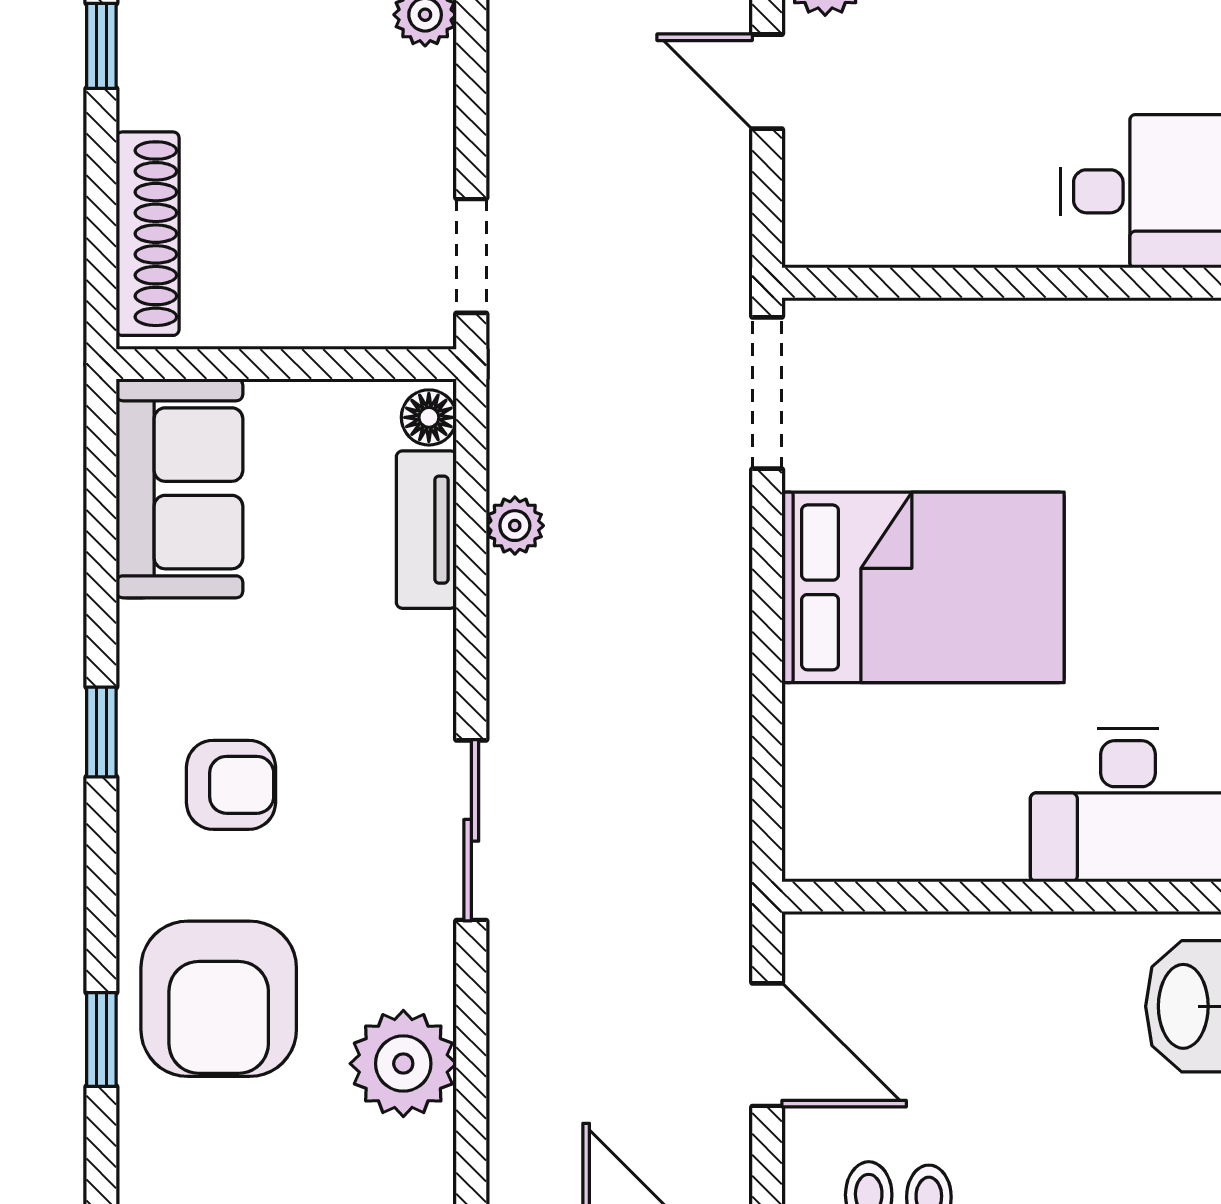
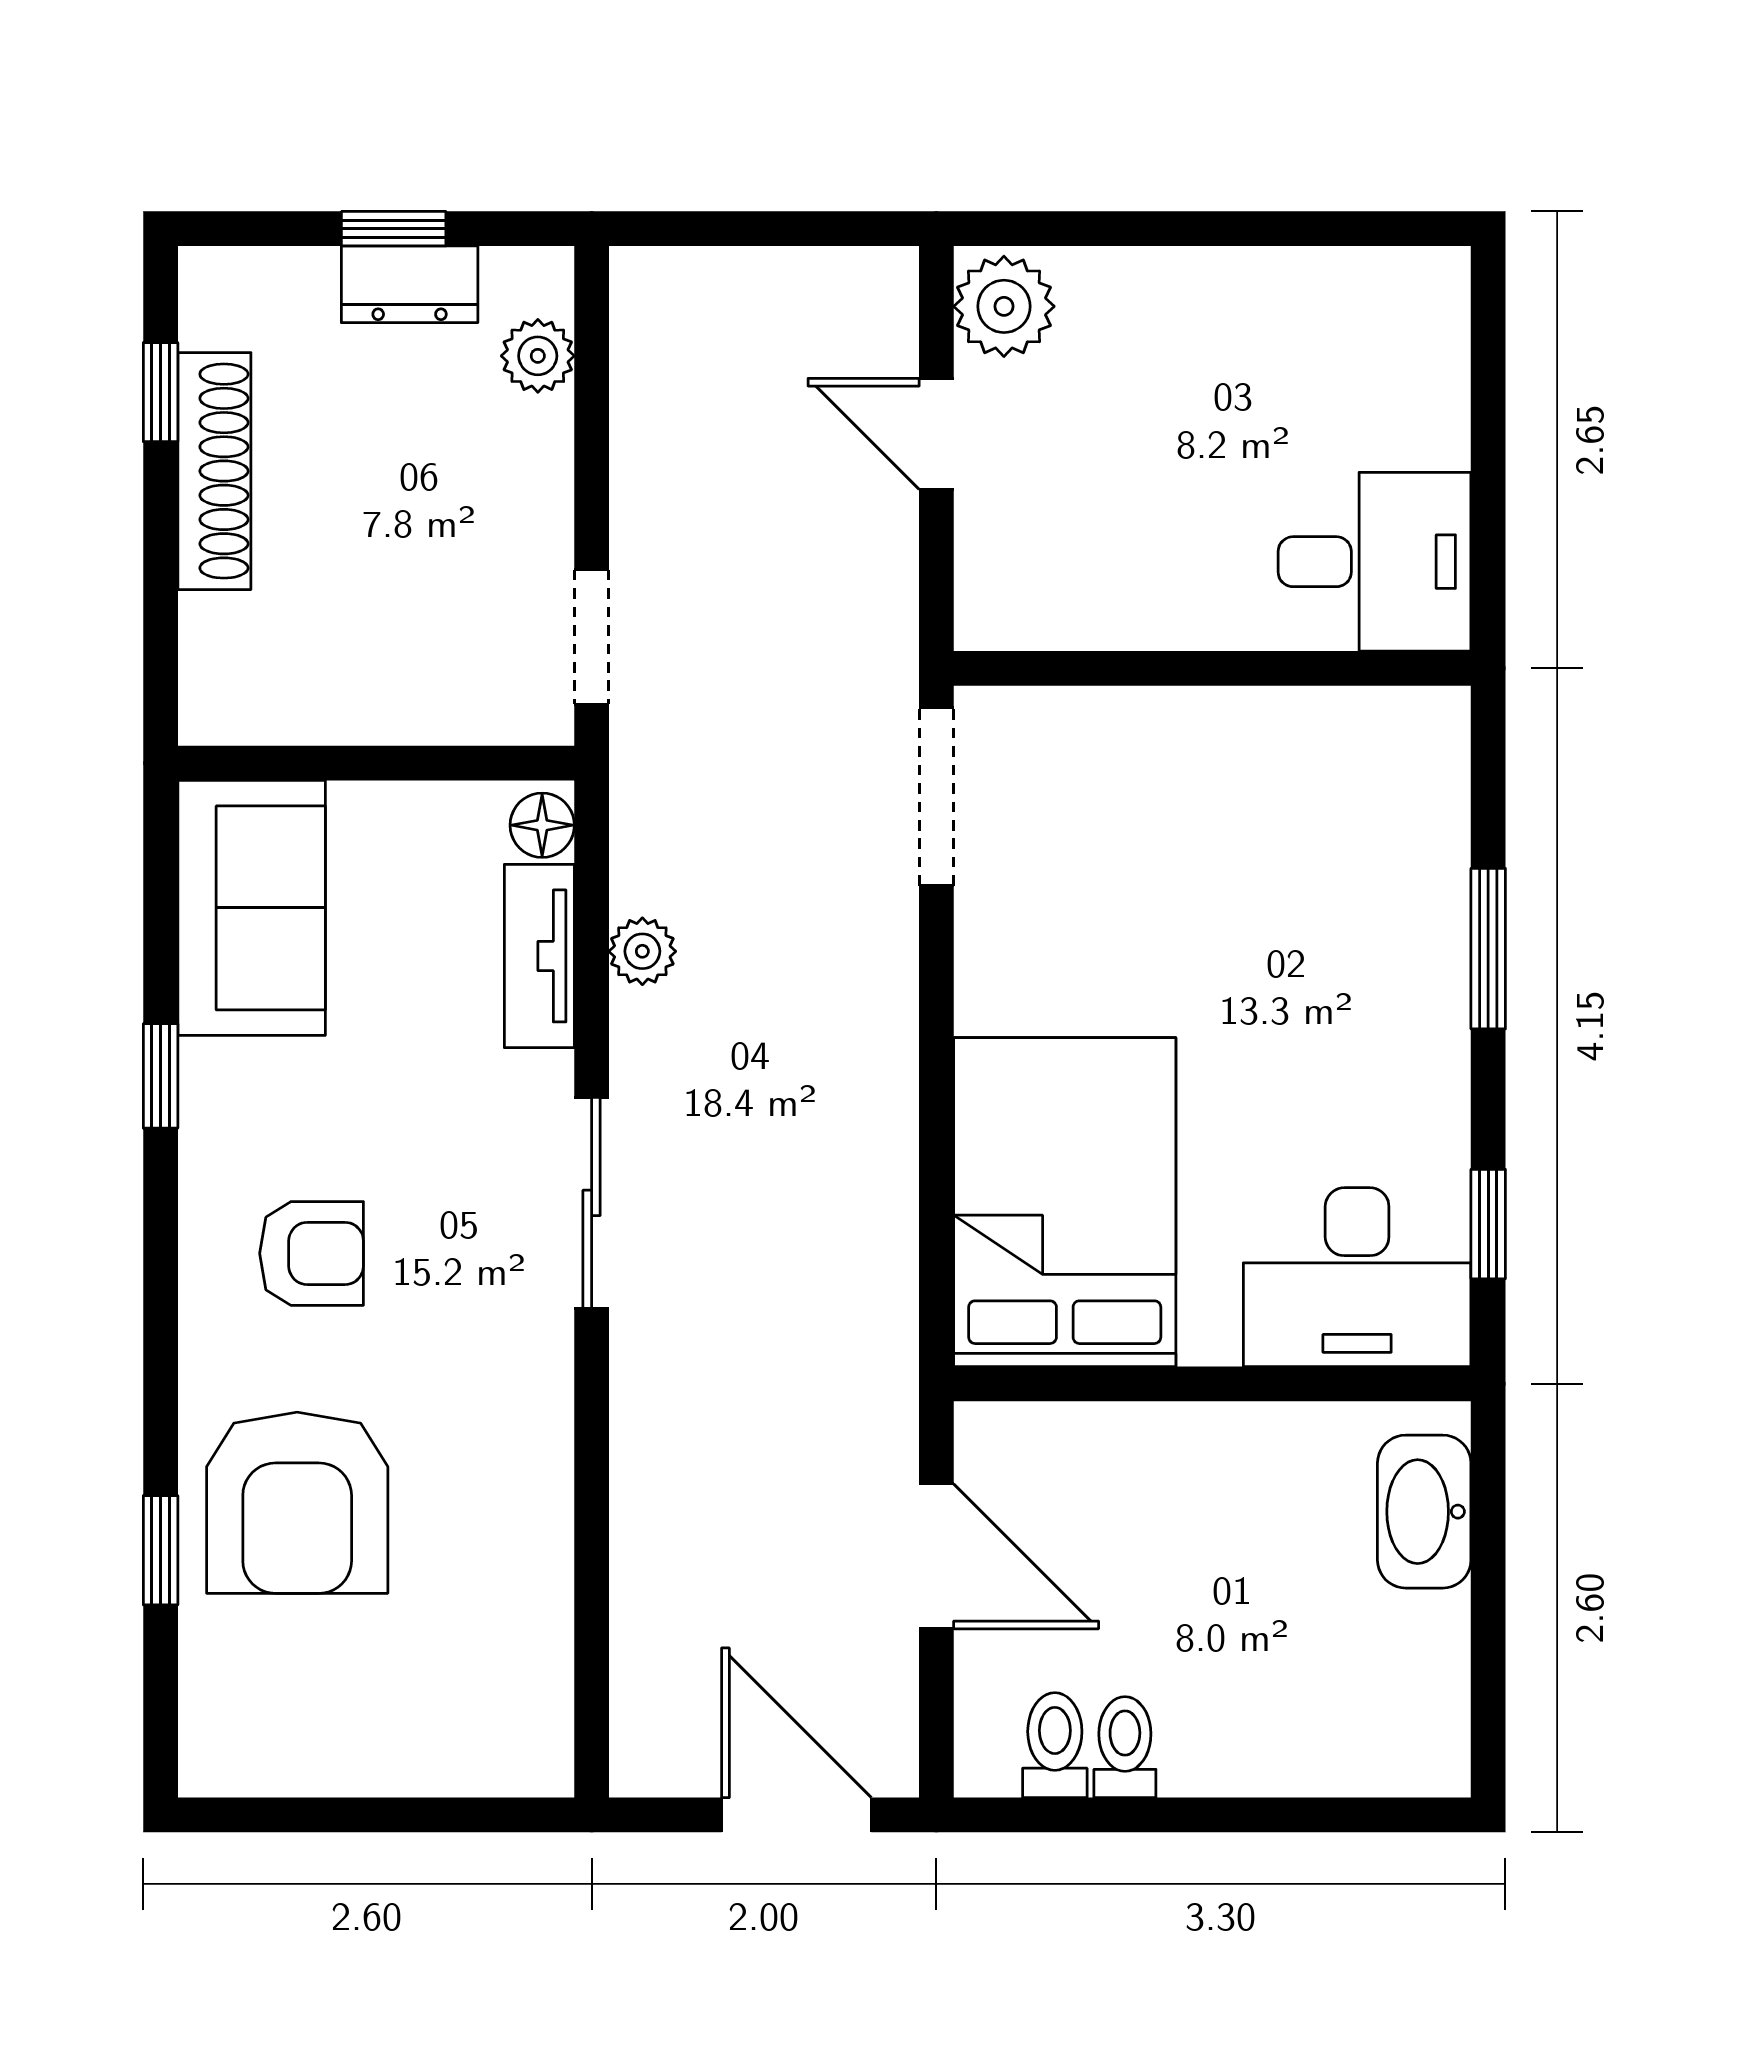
shoe rack: (148, 234) -> (214, 471), moved
bed: (923, 587) -> (1065, 1202), moved, turned -90
window: (101, 732) -> (161, 1076), moved
sliding door: (471, 830) -> (592, 1203), moved
plant: (403, 1064) -> (512, 1578), removed

